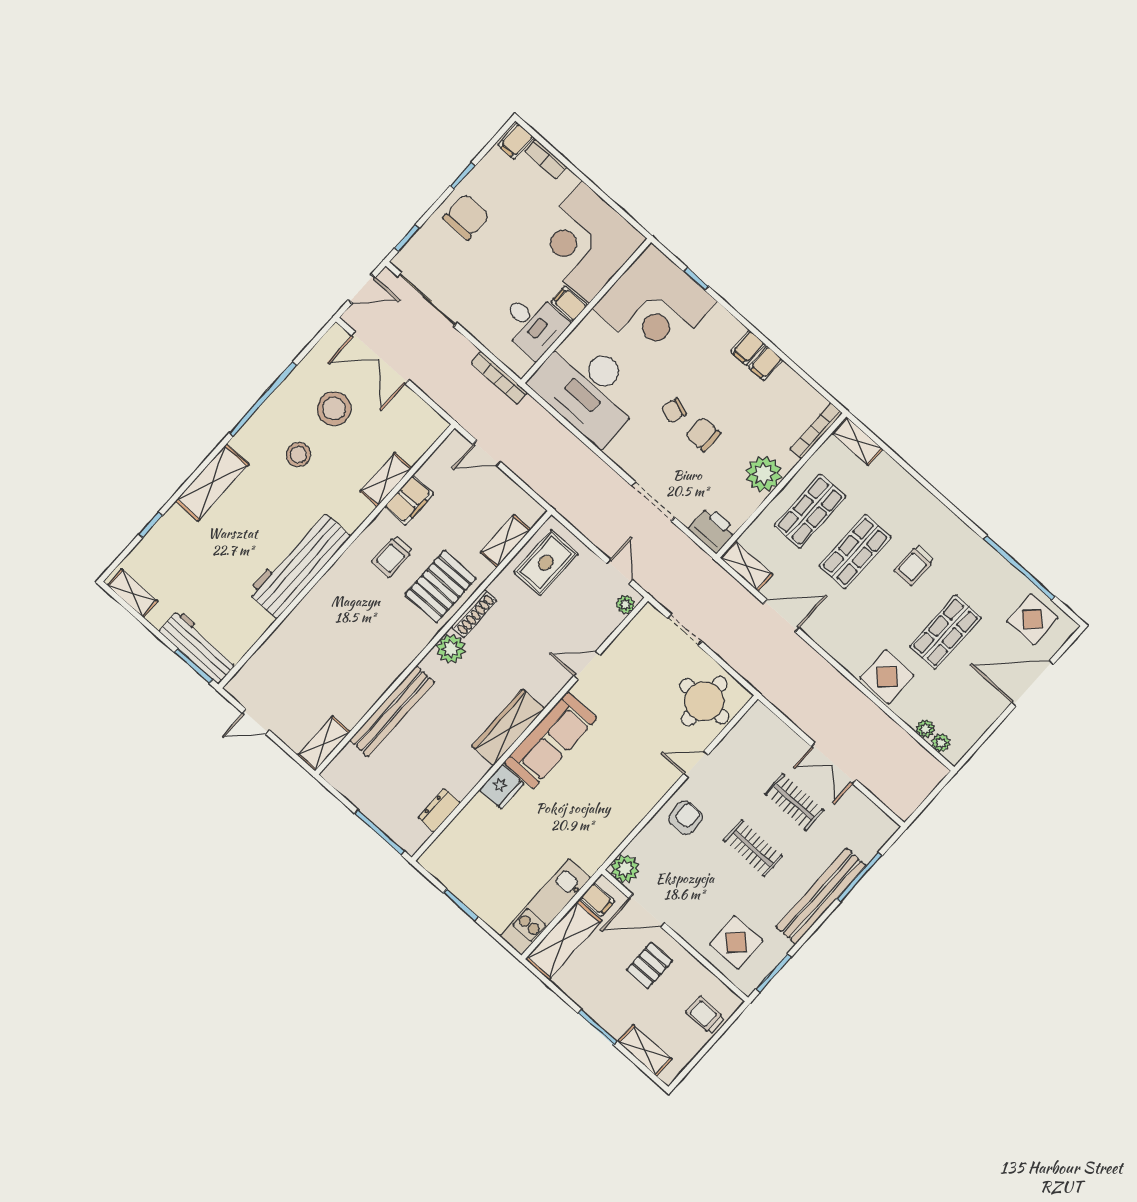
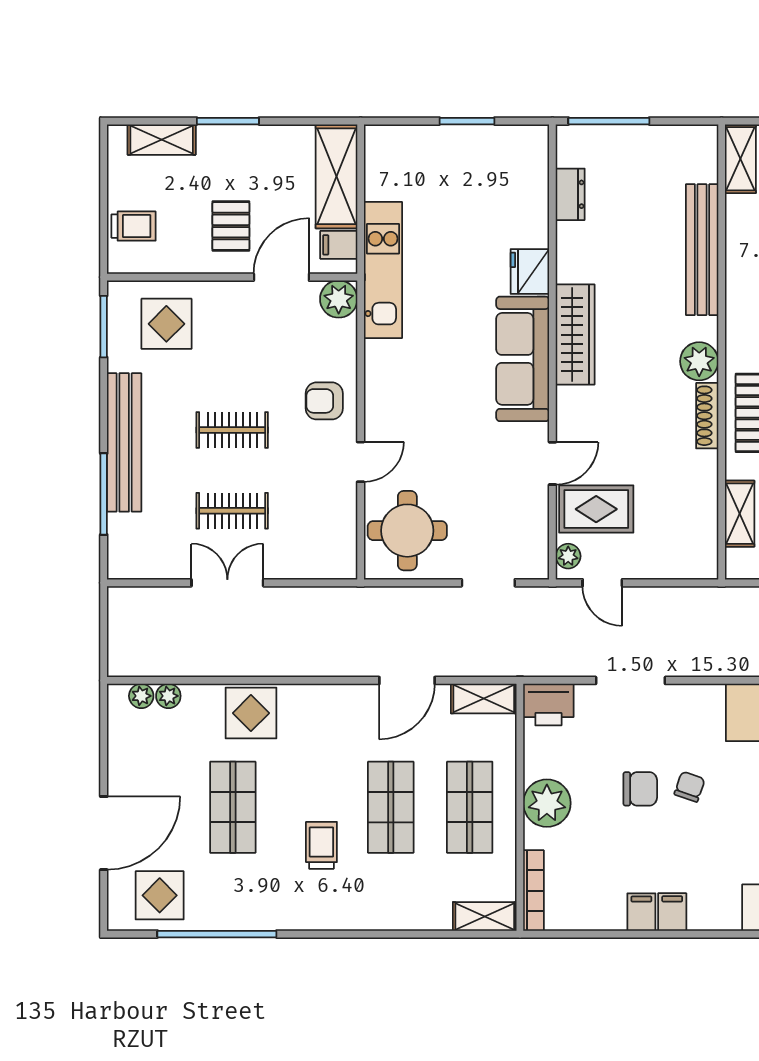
rug: (546, 563) -> (596, 509), moved, turned 90
armchair: (685, 818) -> (324, 401), turned 90
kitchen unit: (545, 907) -> (383, 270), moved

